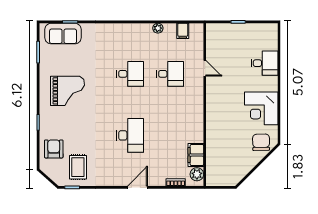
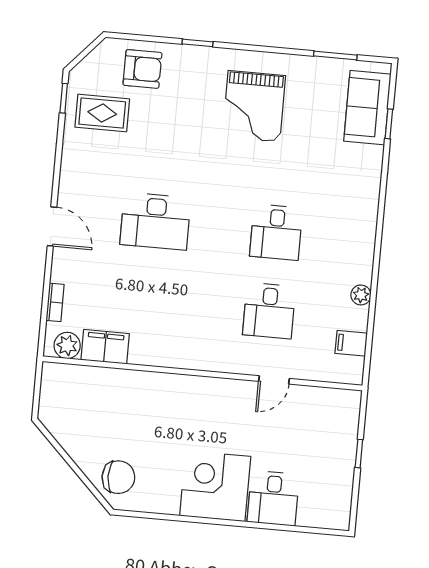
corner desk: (261, 108) -> (215, 486), moved

